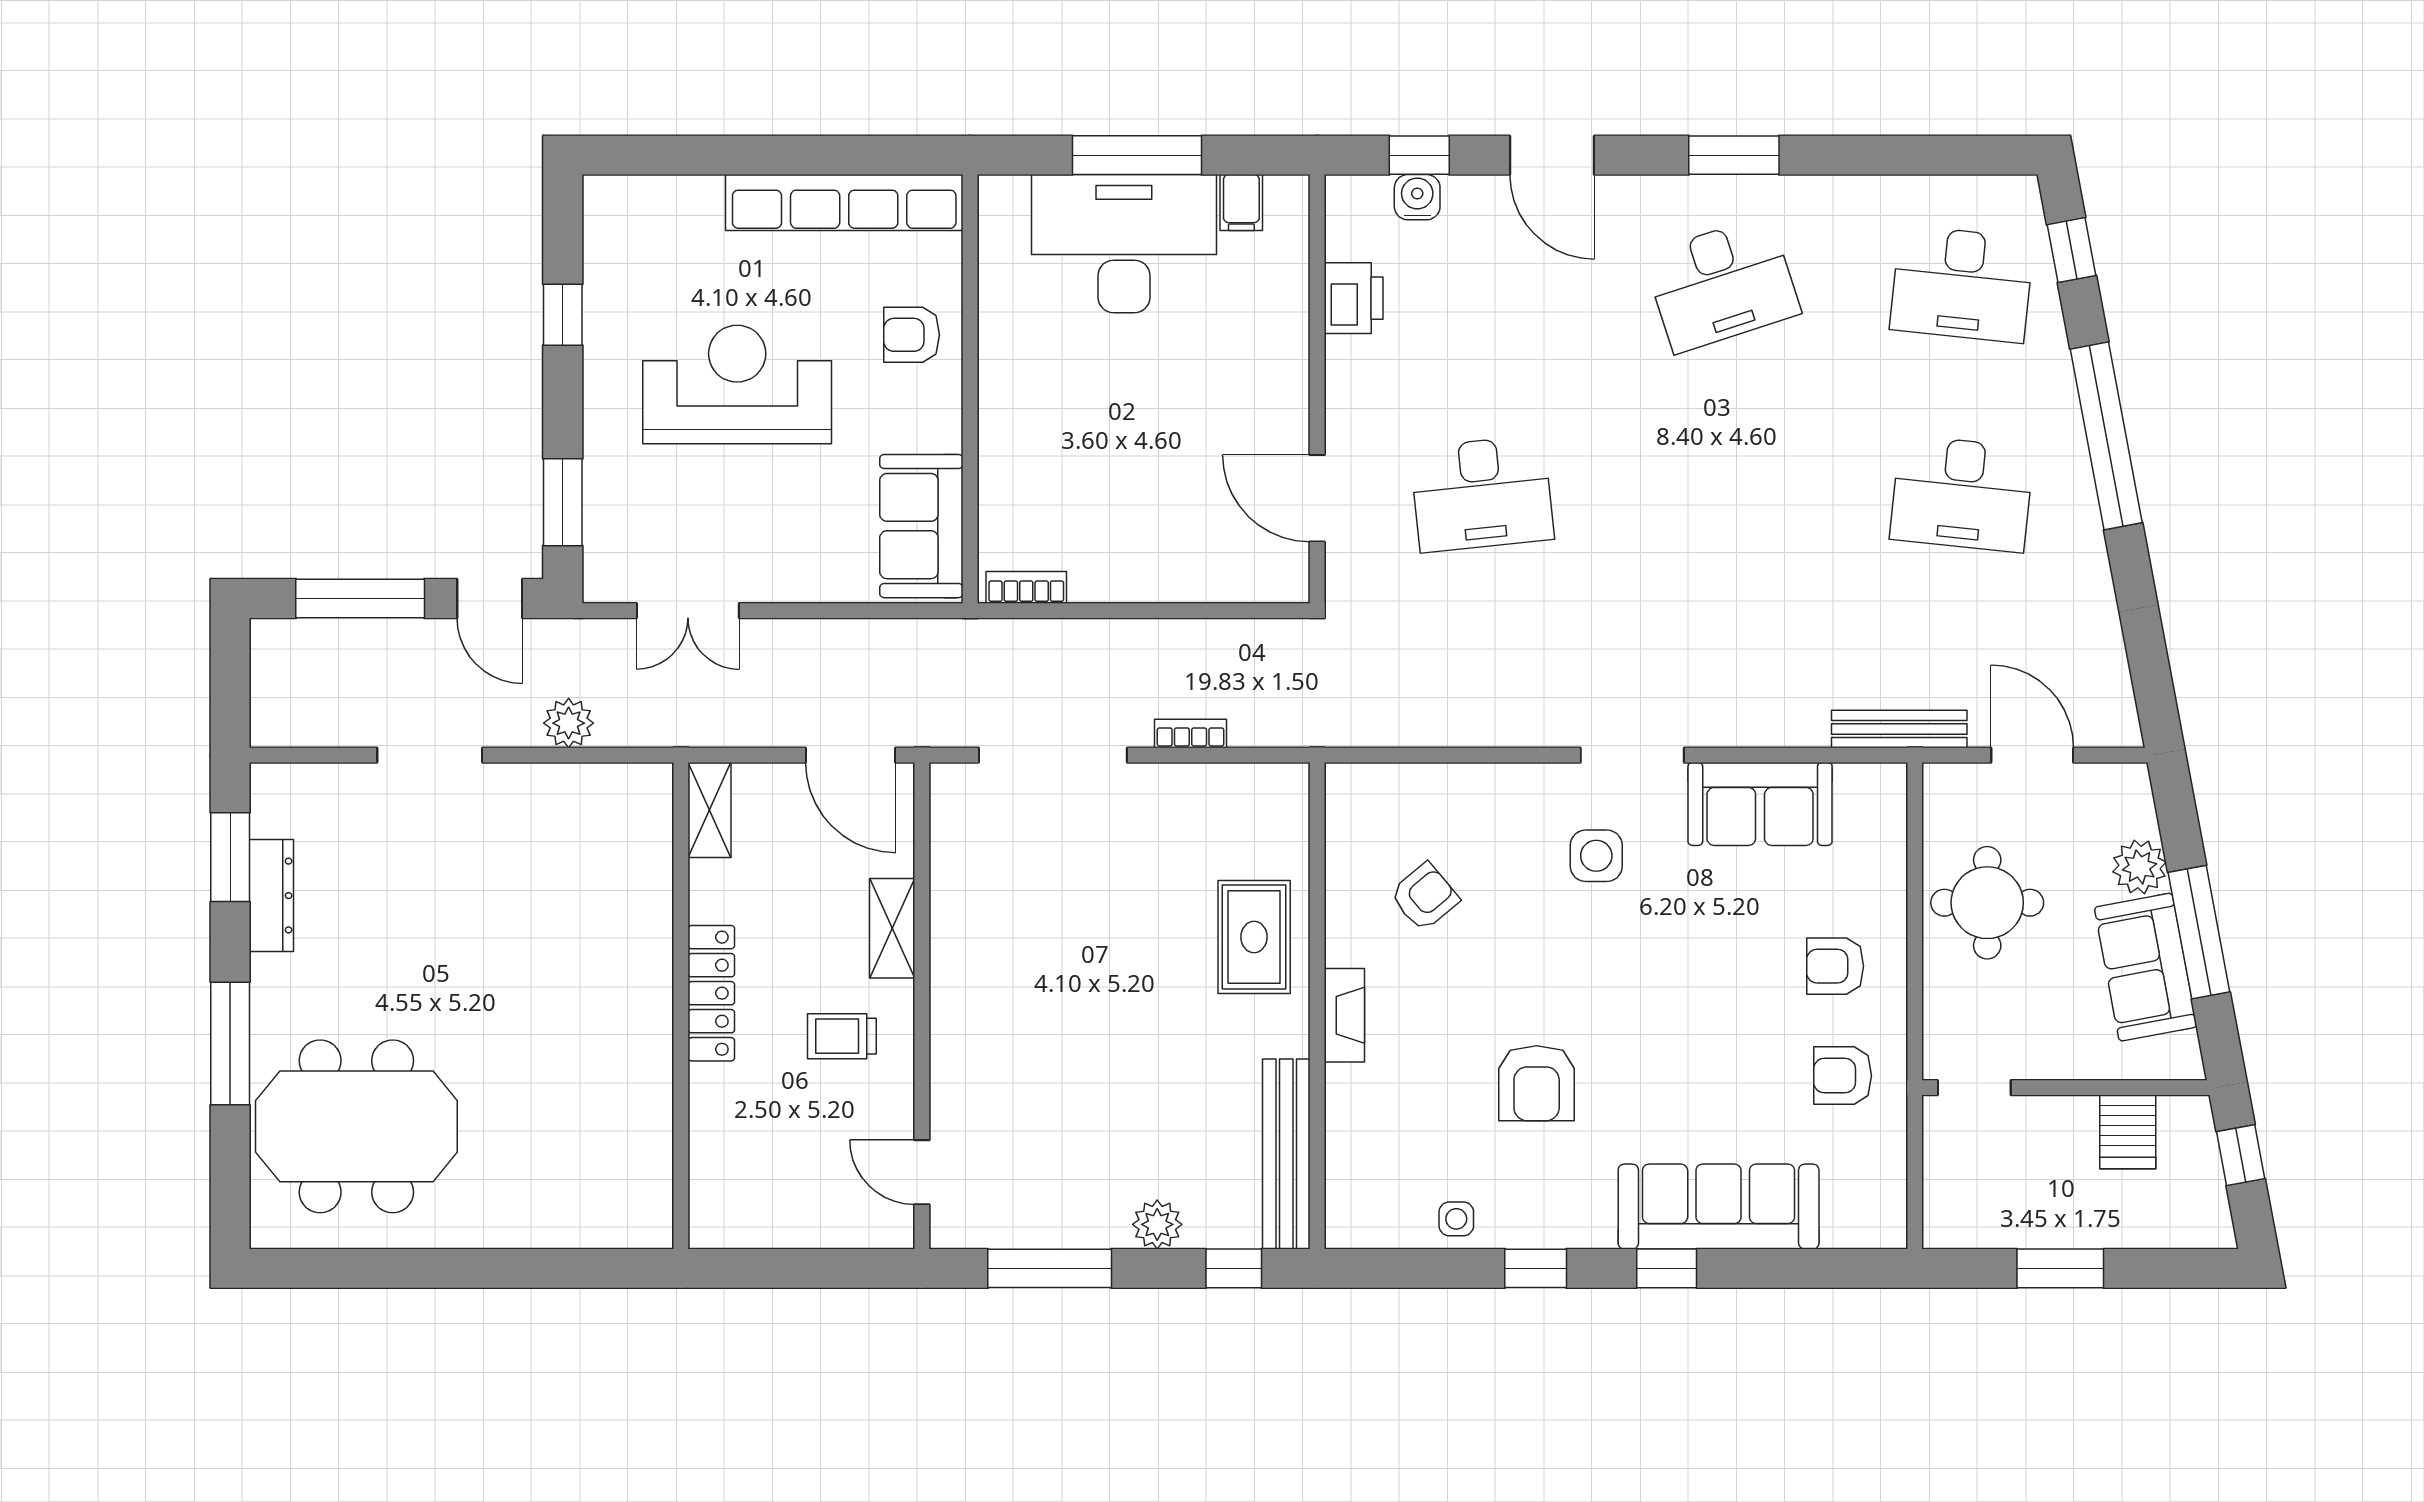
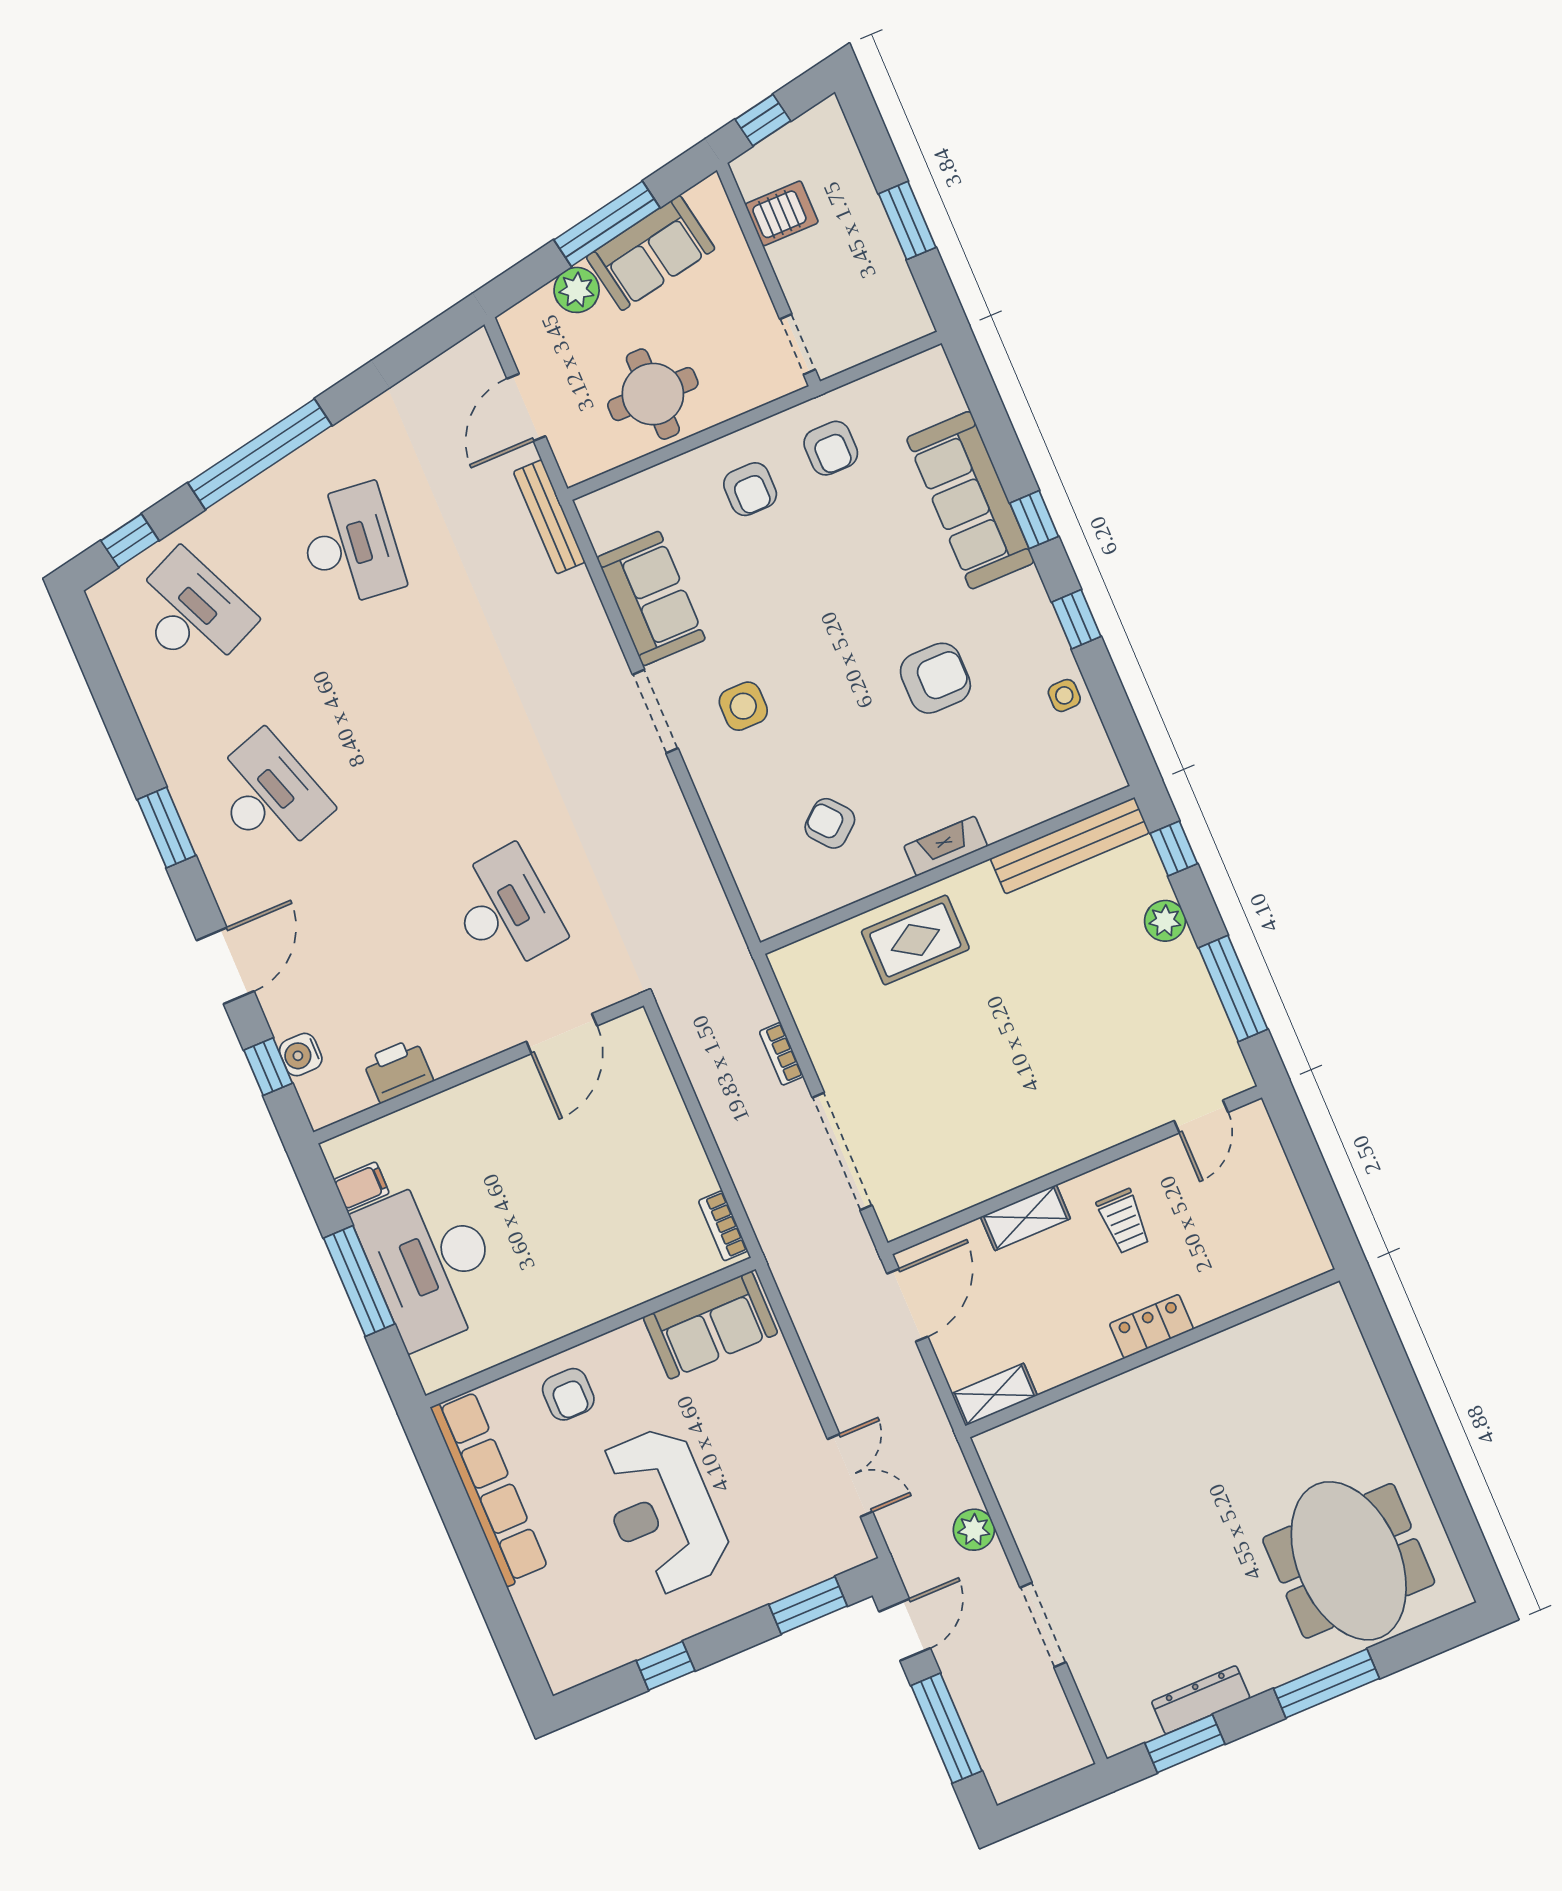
desk: (1962, 284) -> (191, 613), turned -30
locker: (711, 993) -> (1151, 1326), width x0.66

